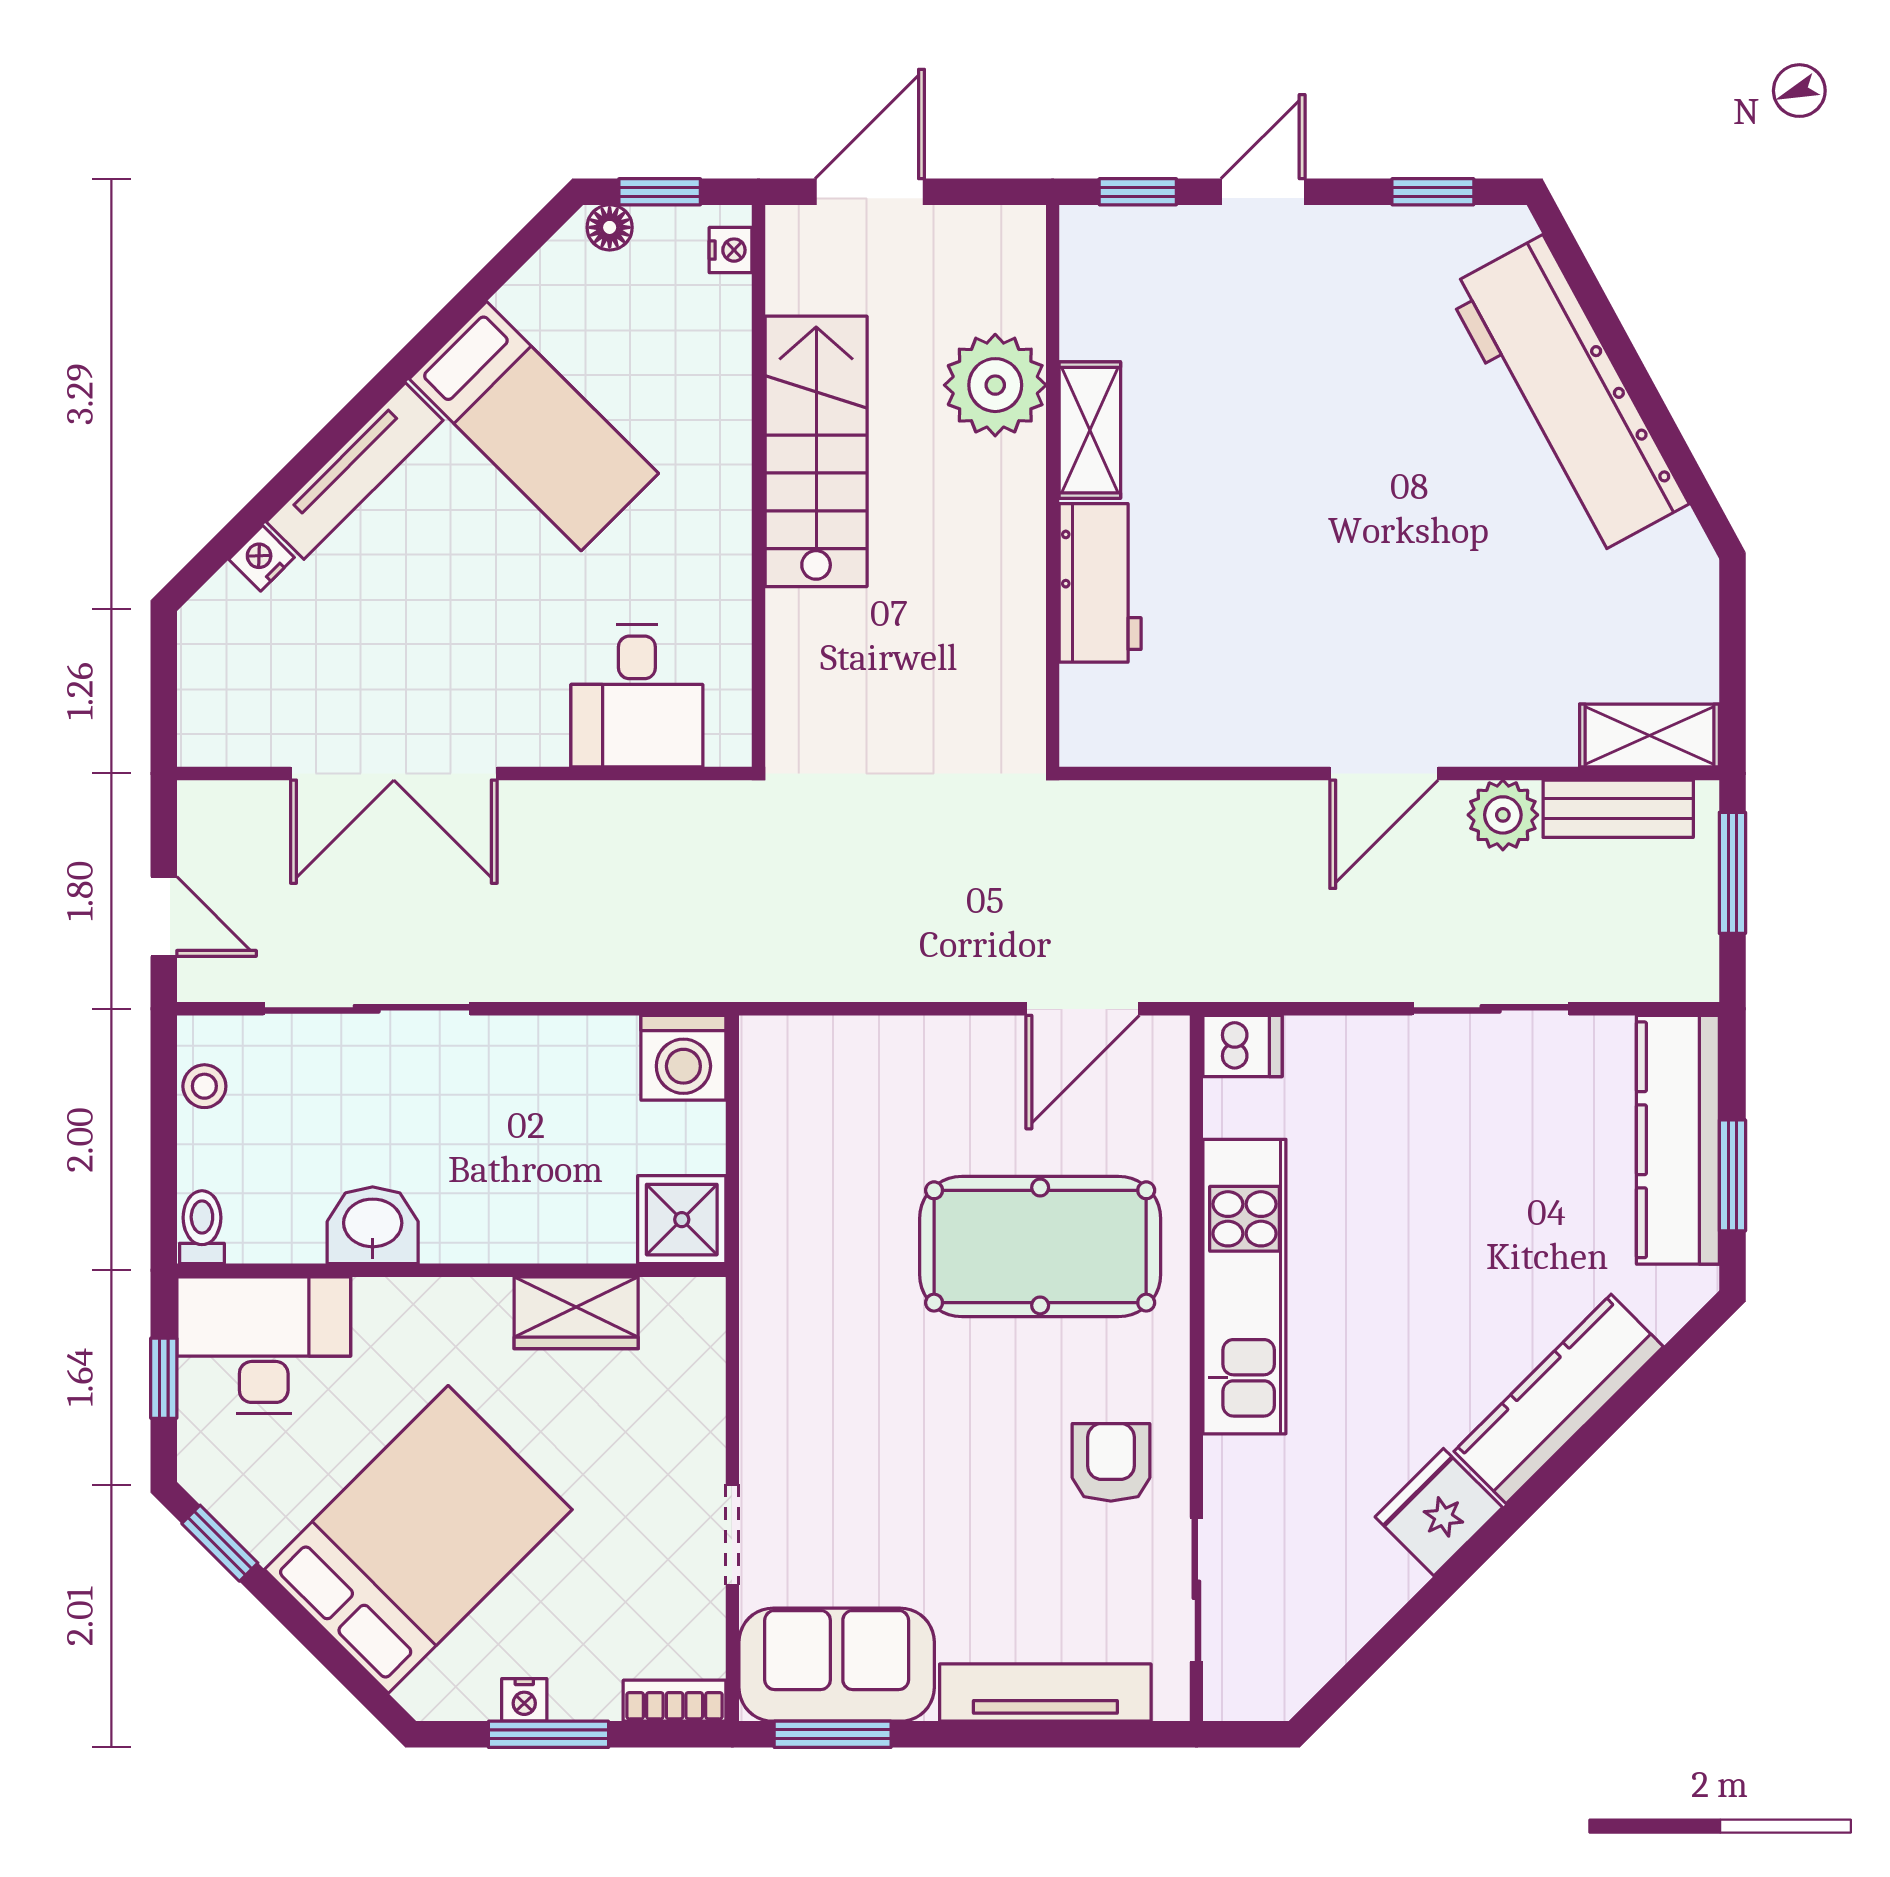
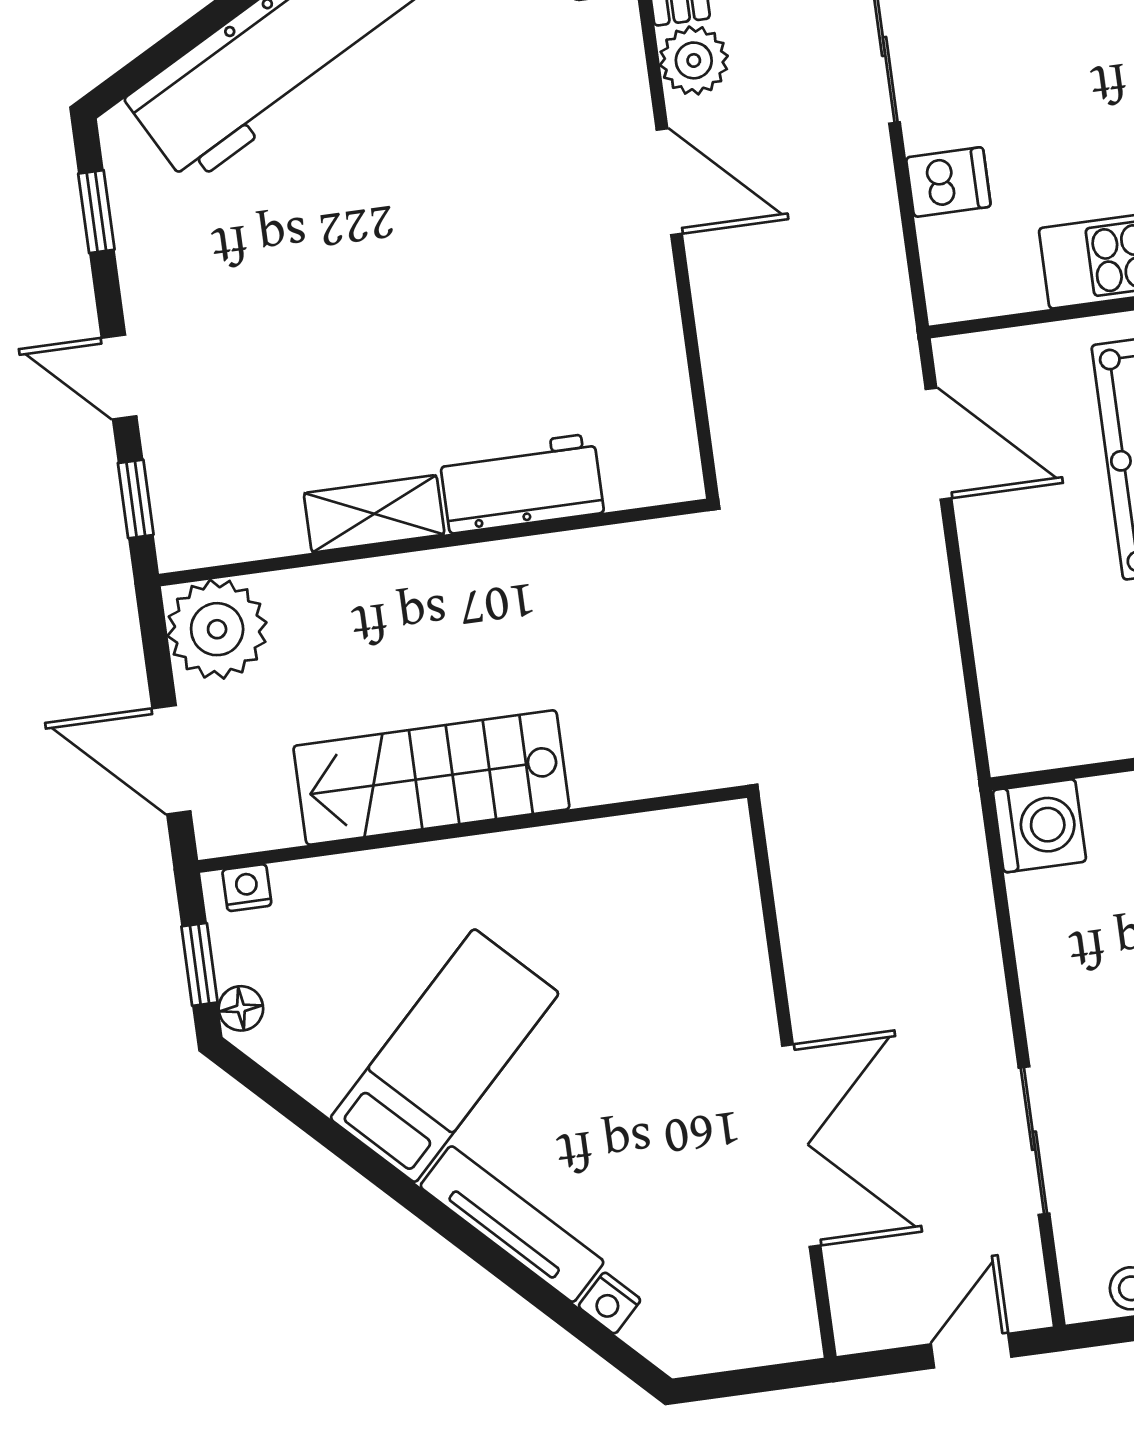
plant: (995, 385) -> (217, 629), moved
desk: (637, 696) -> (693, 919), removed
sliding door: (367, 1009) -> (1034, 1141), width x0.73
dishwasher: (1243, 1046) -> (948, 182), moved, turned 90

